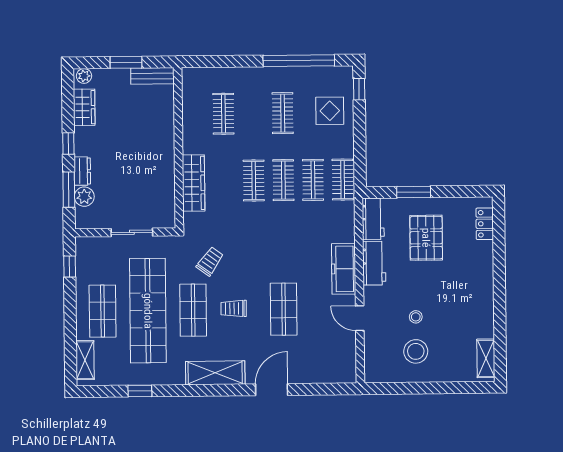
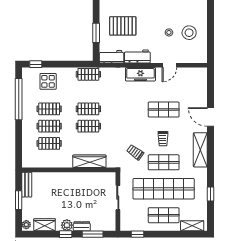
clothes rail: (313, 180) -> (49, 126), moved
plant: (84, 197) -> (67, 225), moved

